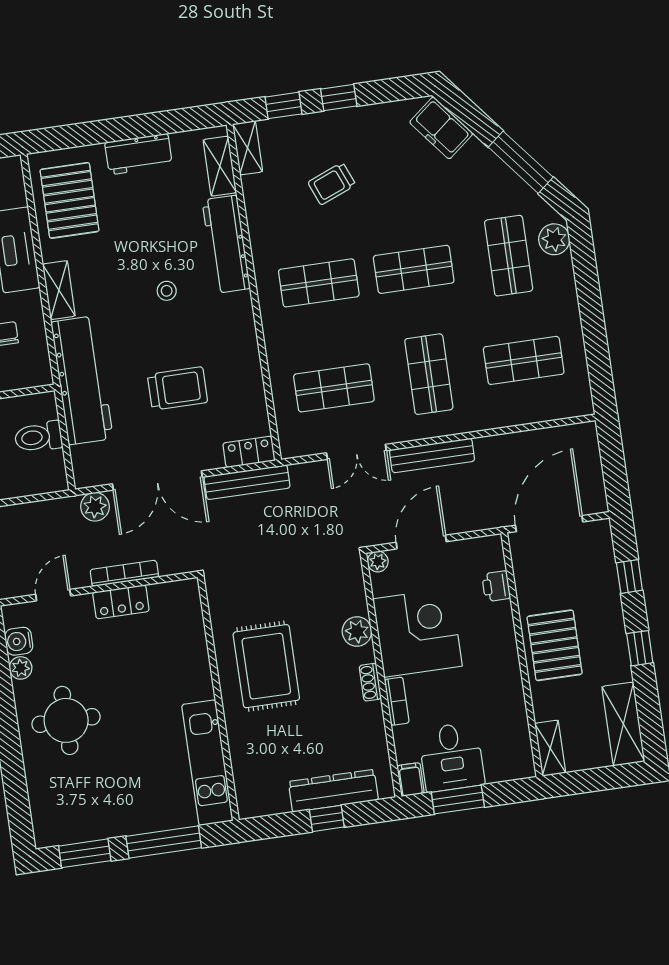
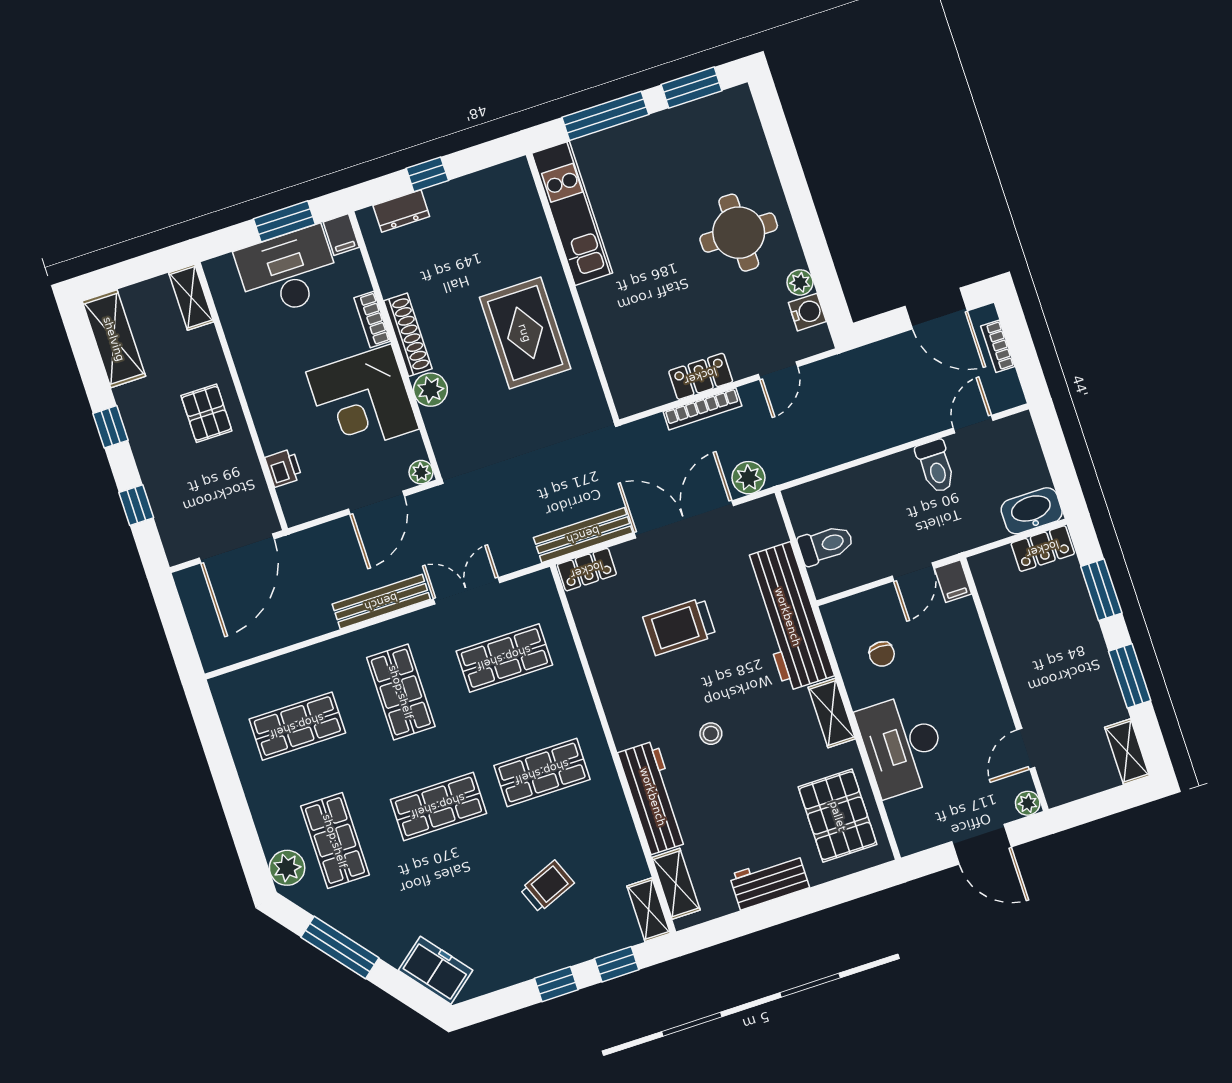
pallet: (555, 645) -> (206, 413), width x0.67, depth x0.71
shoe rack: (370, 682) -> (408, 335), width x1.94, depth x1.24
desk: (451, 757) -> (288, 272), width x1.37
dresser: (333, 791) -> (401, 211), width x0.51, depth x0.80

